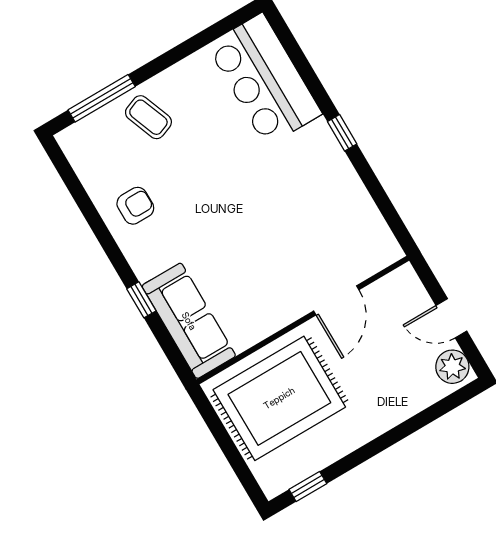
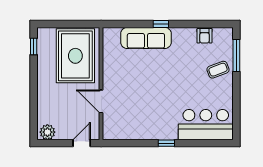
armchair: (135, 206) -> (204, 36), moved
window: (141, 300) -> (161, 24), moved
door: (451, 318) -> (82, 143), moved
sofa: (189, 321) -> (146, 38), moved

